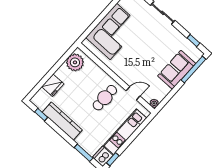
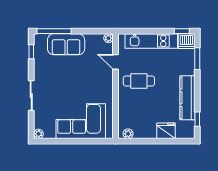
plant: (75, 62) -> (128, 134), width x0.53, depth x0.53

